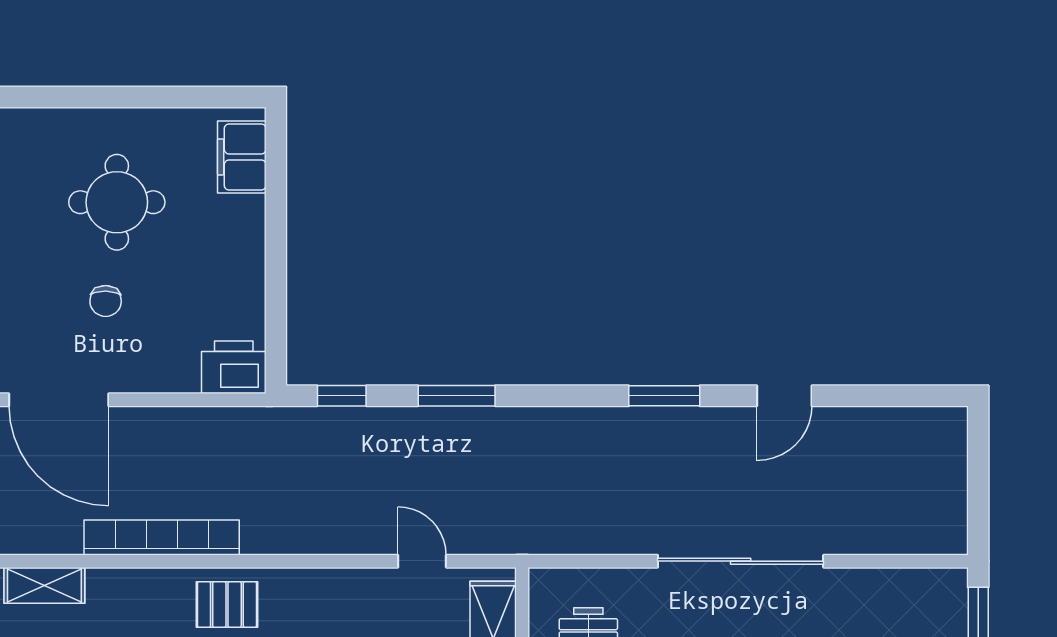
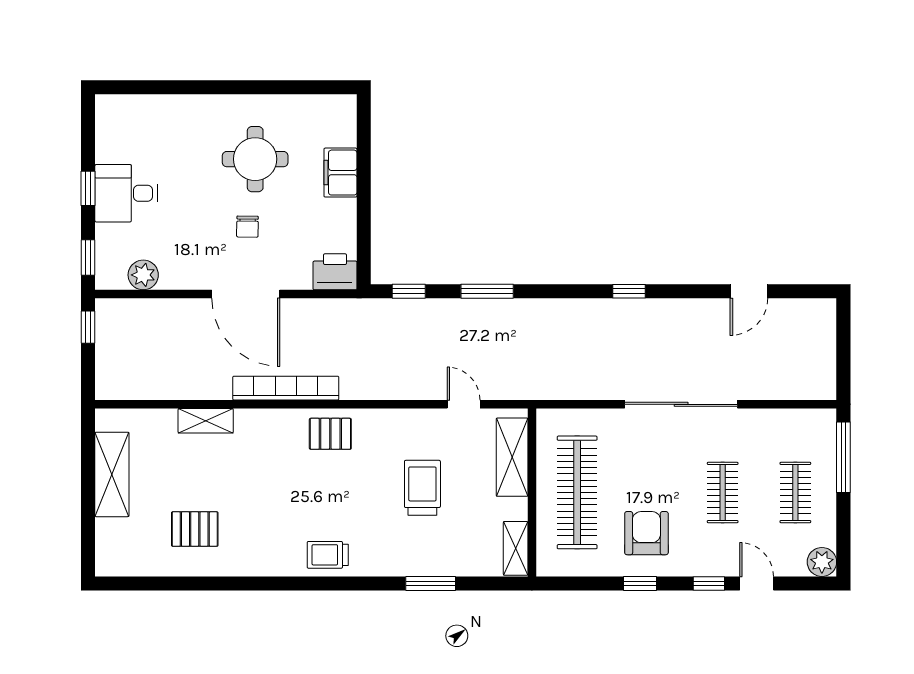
filing cabinet: (242, 157) -> (340, 173), moved
window: (664, 396) -> (629, 291), width x0.67
door: (784, 396) -> (749, 291), moved
door: (59, 400) -> (246, 294), moved

